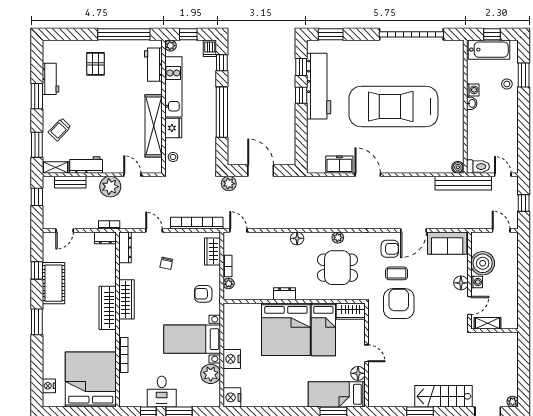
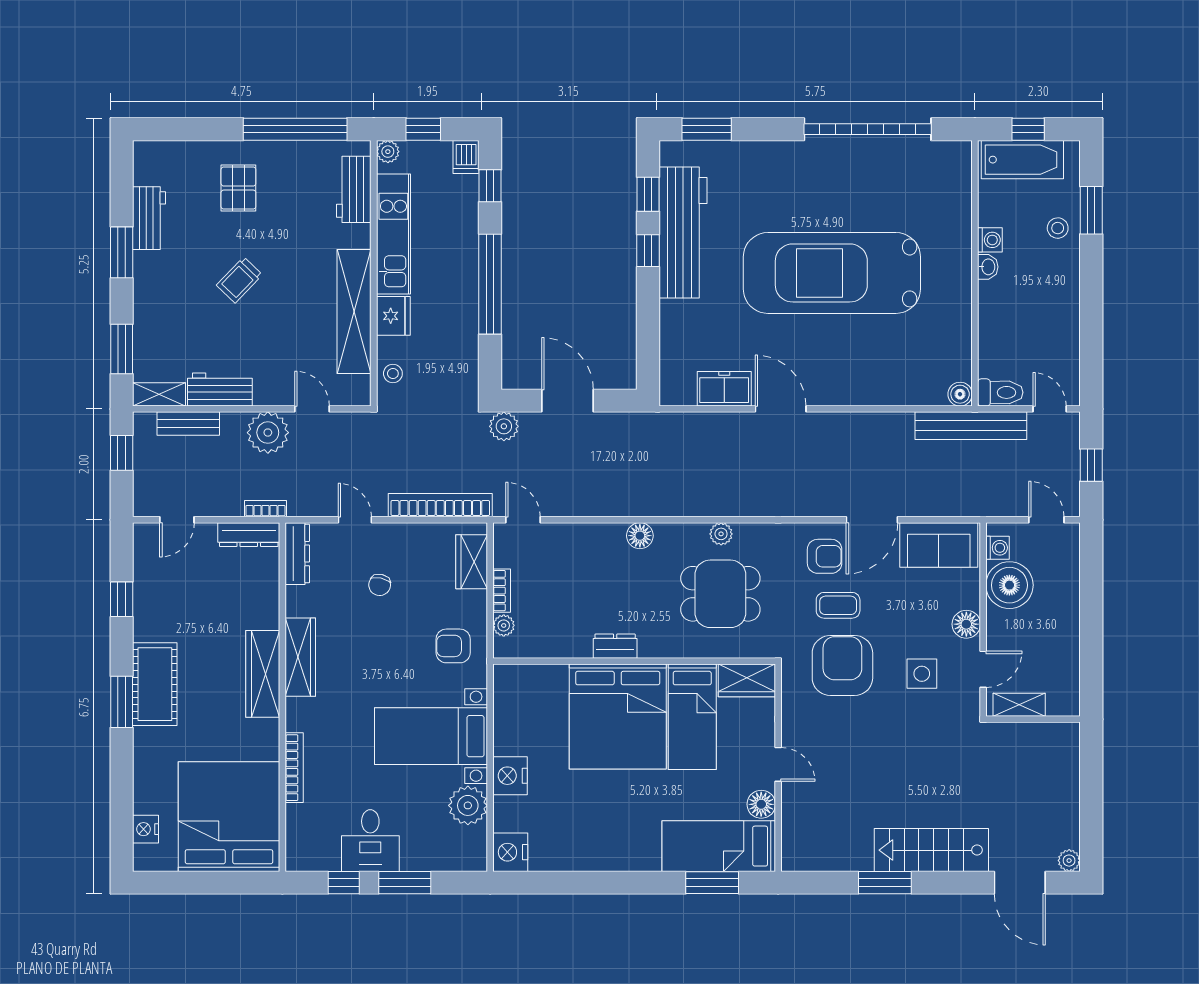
trolley: (60, 130) -> (239, 280), moved
dresser: (105, 238) -> (249, 535), width x1.44
washing machine: (477, 282) -> (998, 548), moved
cot: (53, 283) -> (155, 684), moved
side table: (439, 308) -> (922, 674), added

